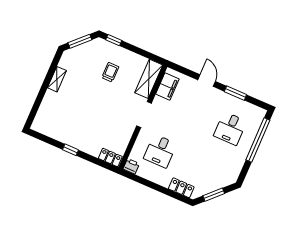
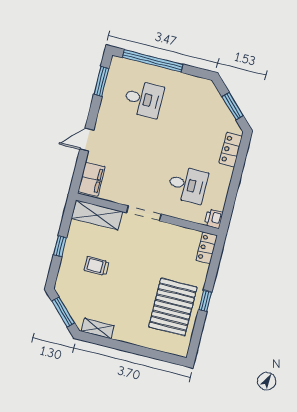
window: (114, 40) -> (60, 246), moved
shelving: (57, 79) -> (98, 329), moved
filing cabinet: (167, 87) -> (92, 179), moved, turned 90
window: (235, 93) -> (101, 81), moved
pallet: (70, 125) -> (173, 307), added

